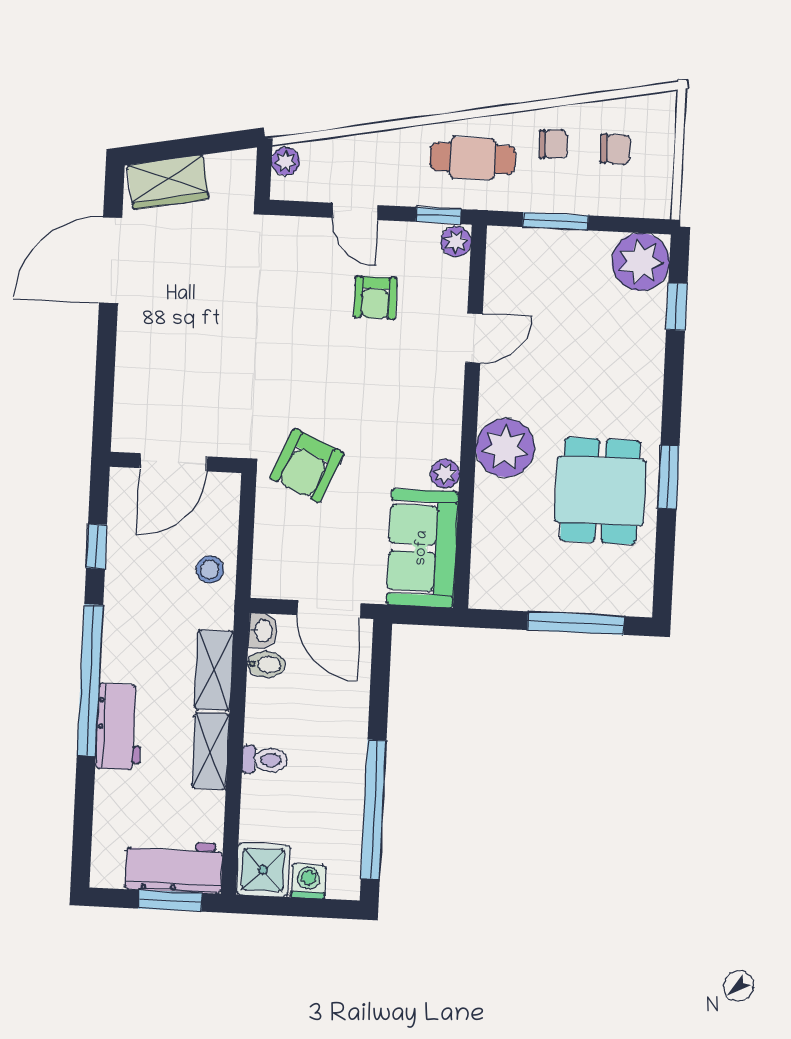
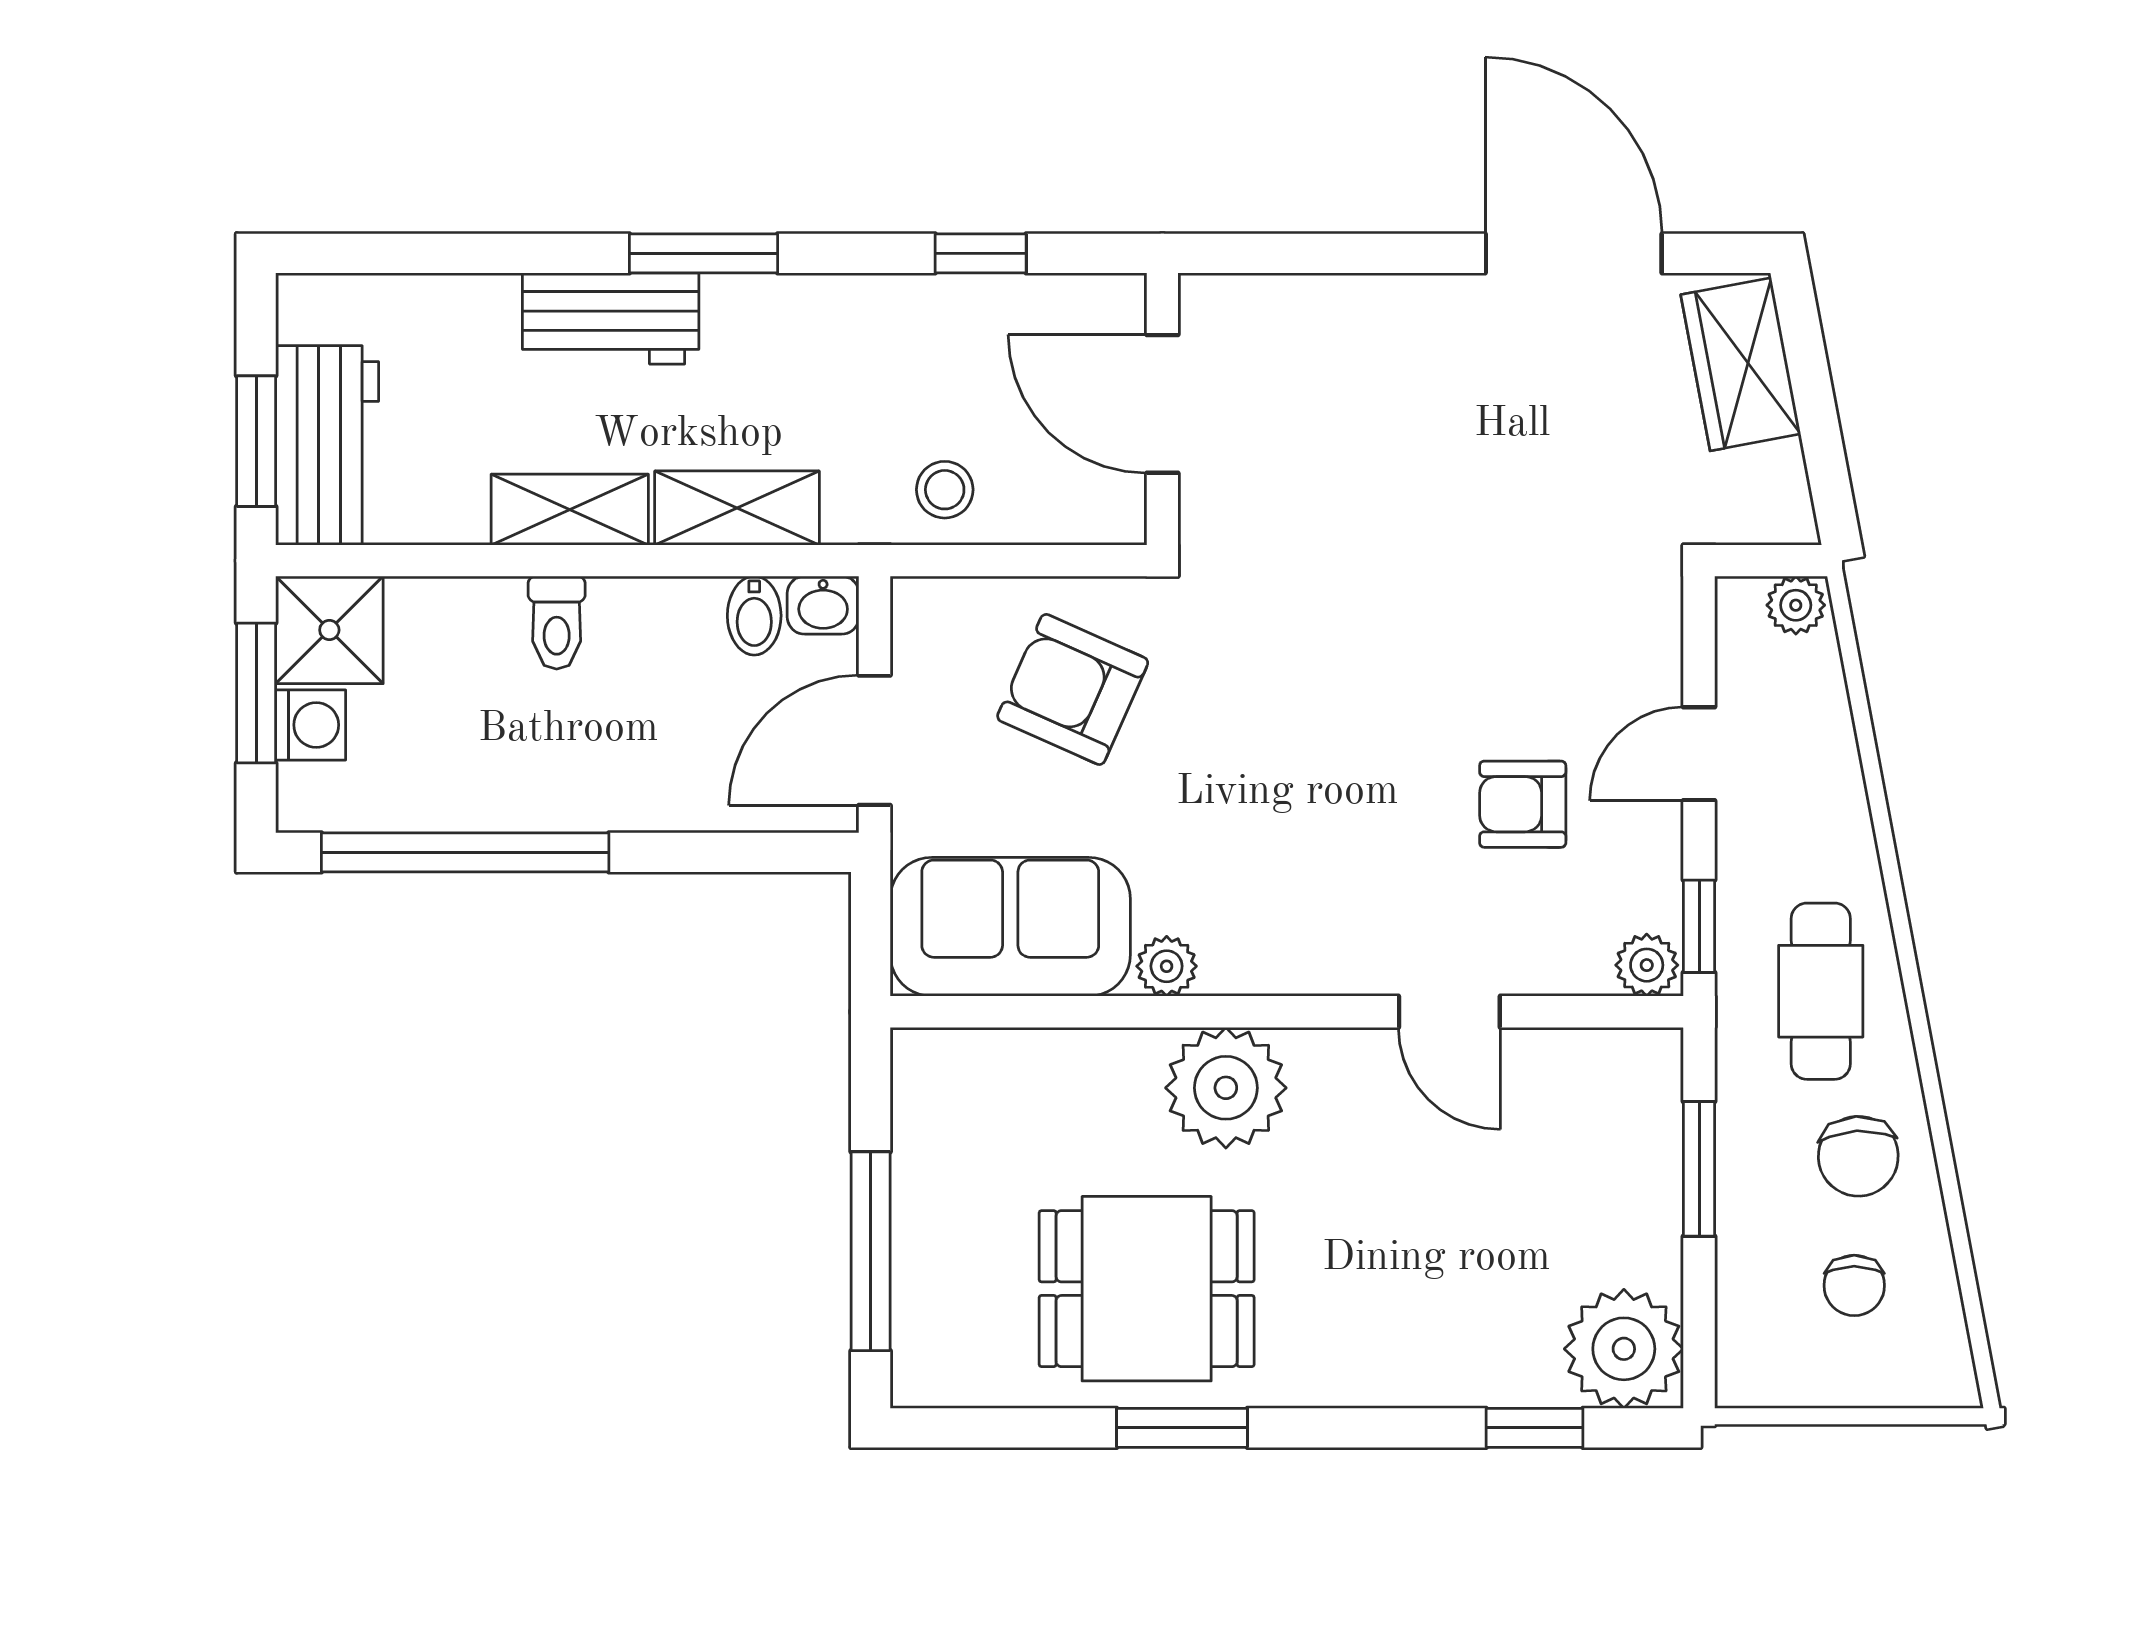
chair: (553, 144) -> (1858, 1156), width x1.37, depth x1.37
armchair: (307, 466) -> (1073, 689), moved
window: (90, 680) -> (704, 253), width x0.47
window: (292, 907) -> (256, 693), added

